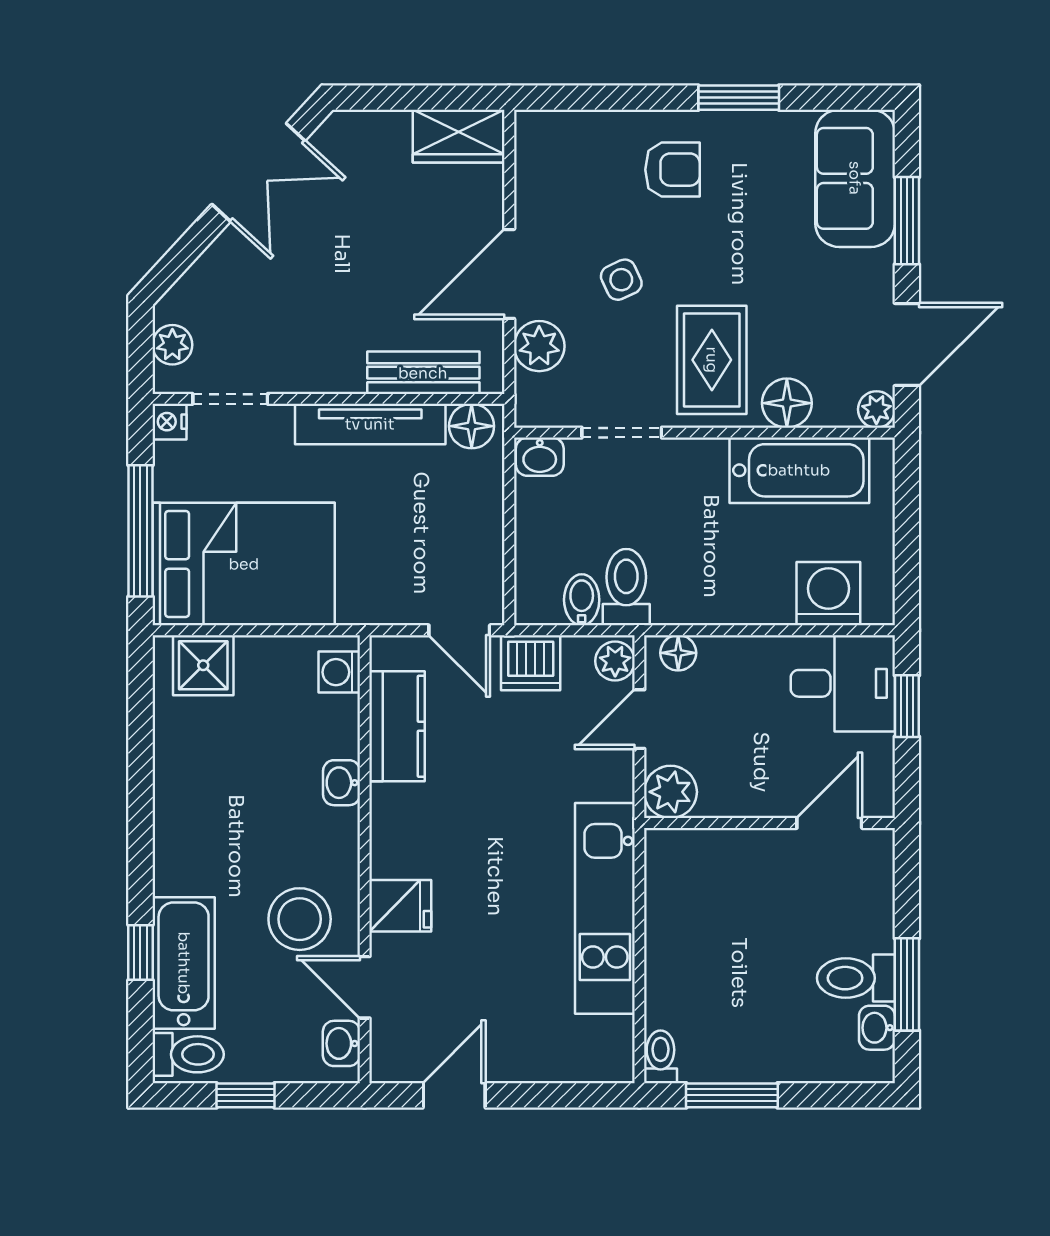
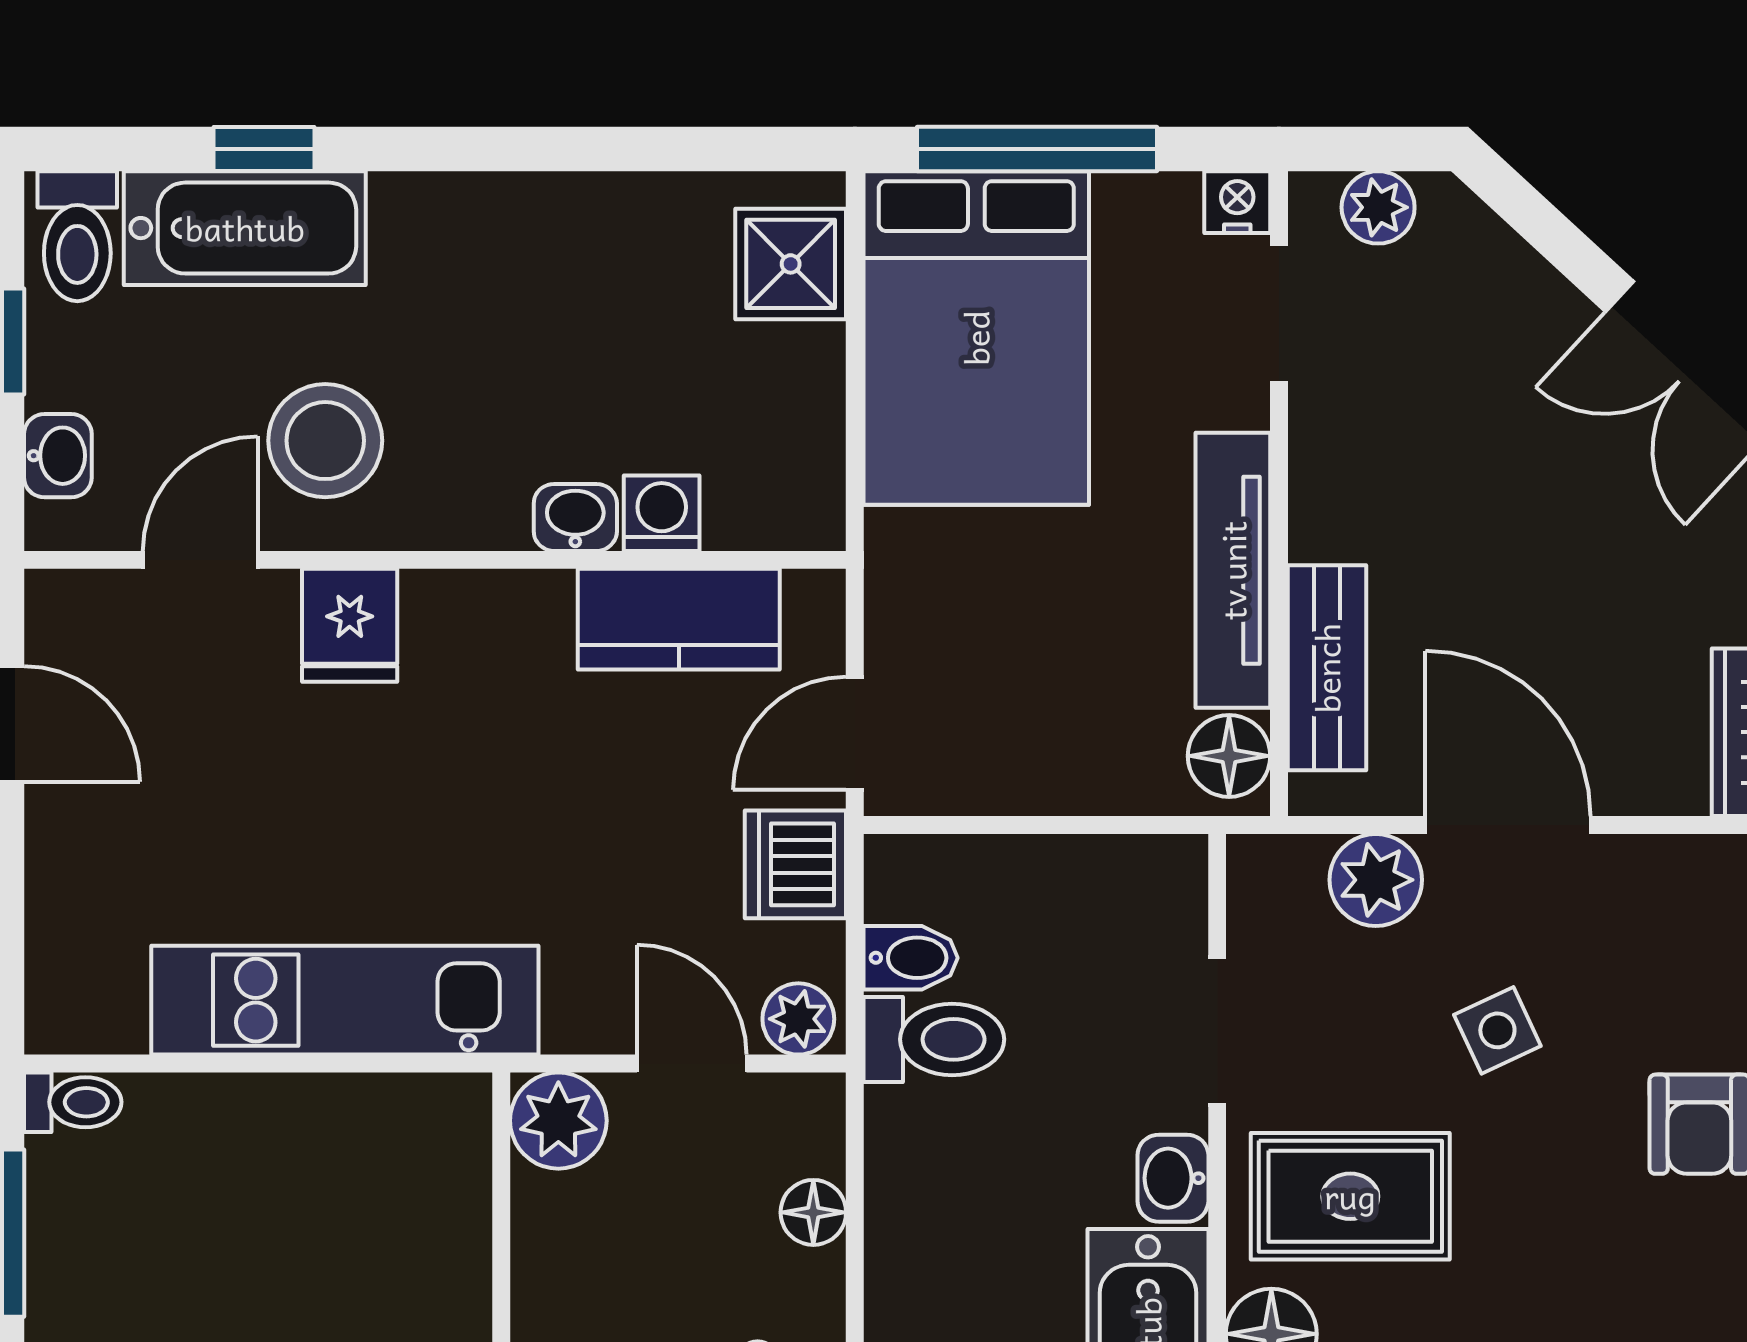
washbasin: (540, 457) -> (1173, 1178), moved
floor lamp: (678, 653) -> (813, 1212), moved
washing machine: (339, 672) -> (662, 513), moved
washbasin: (341, 1043) -> (58, 456), moved, turned 90

